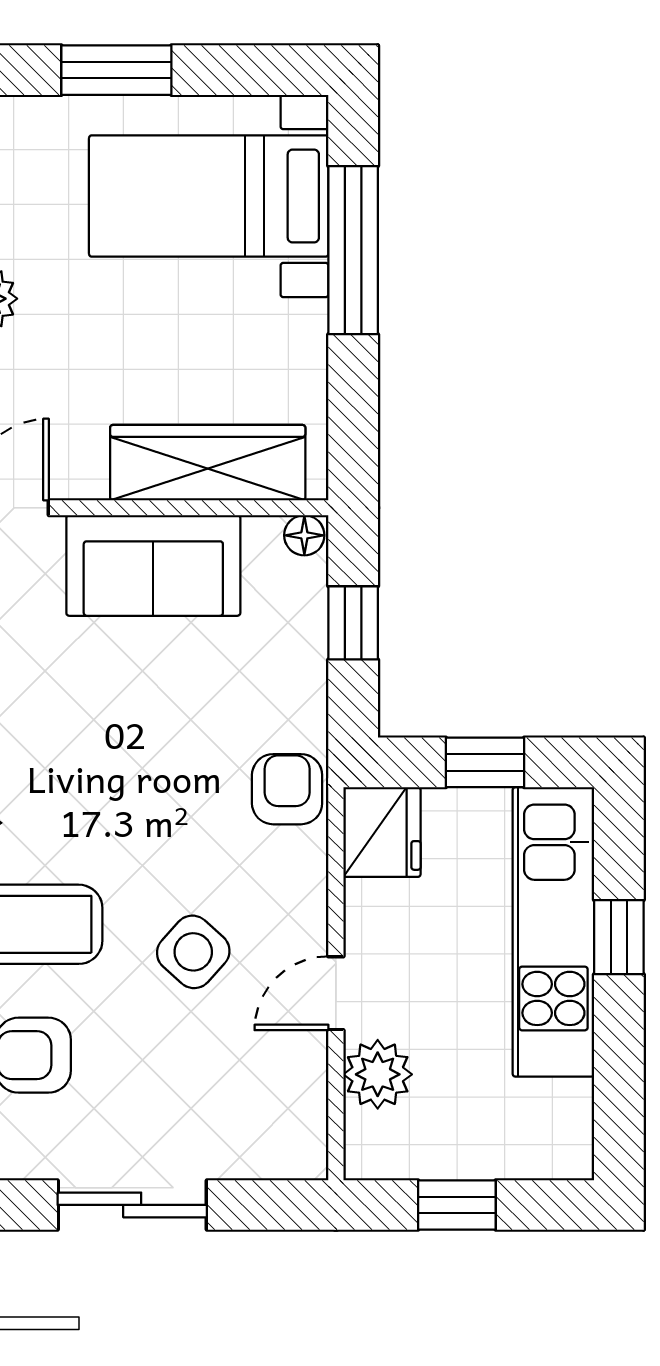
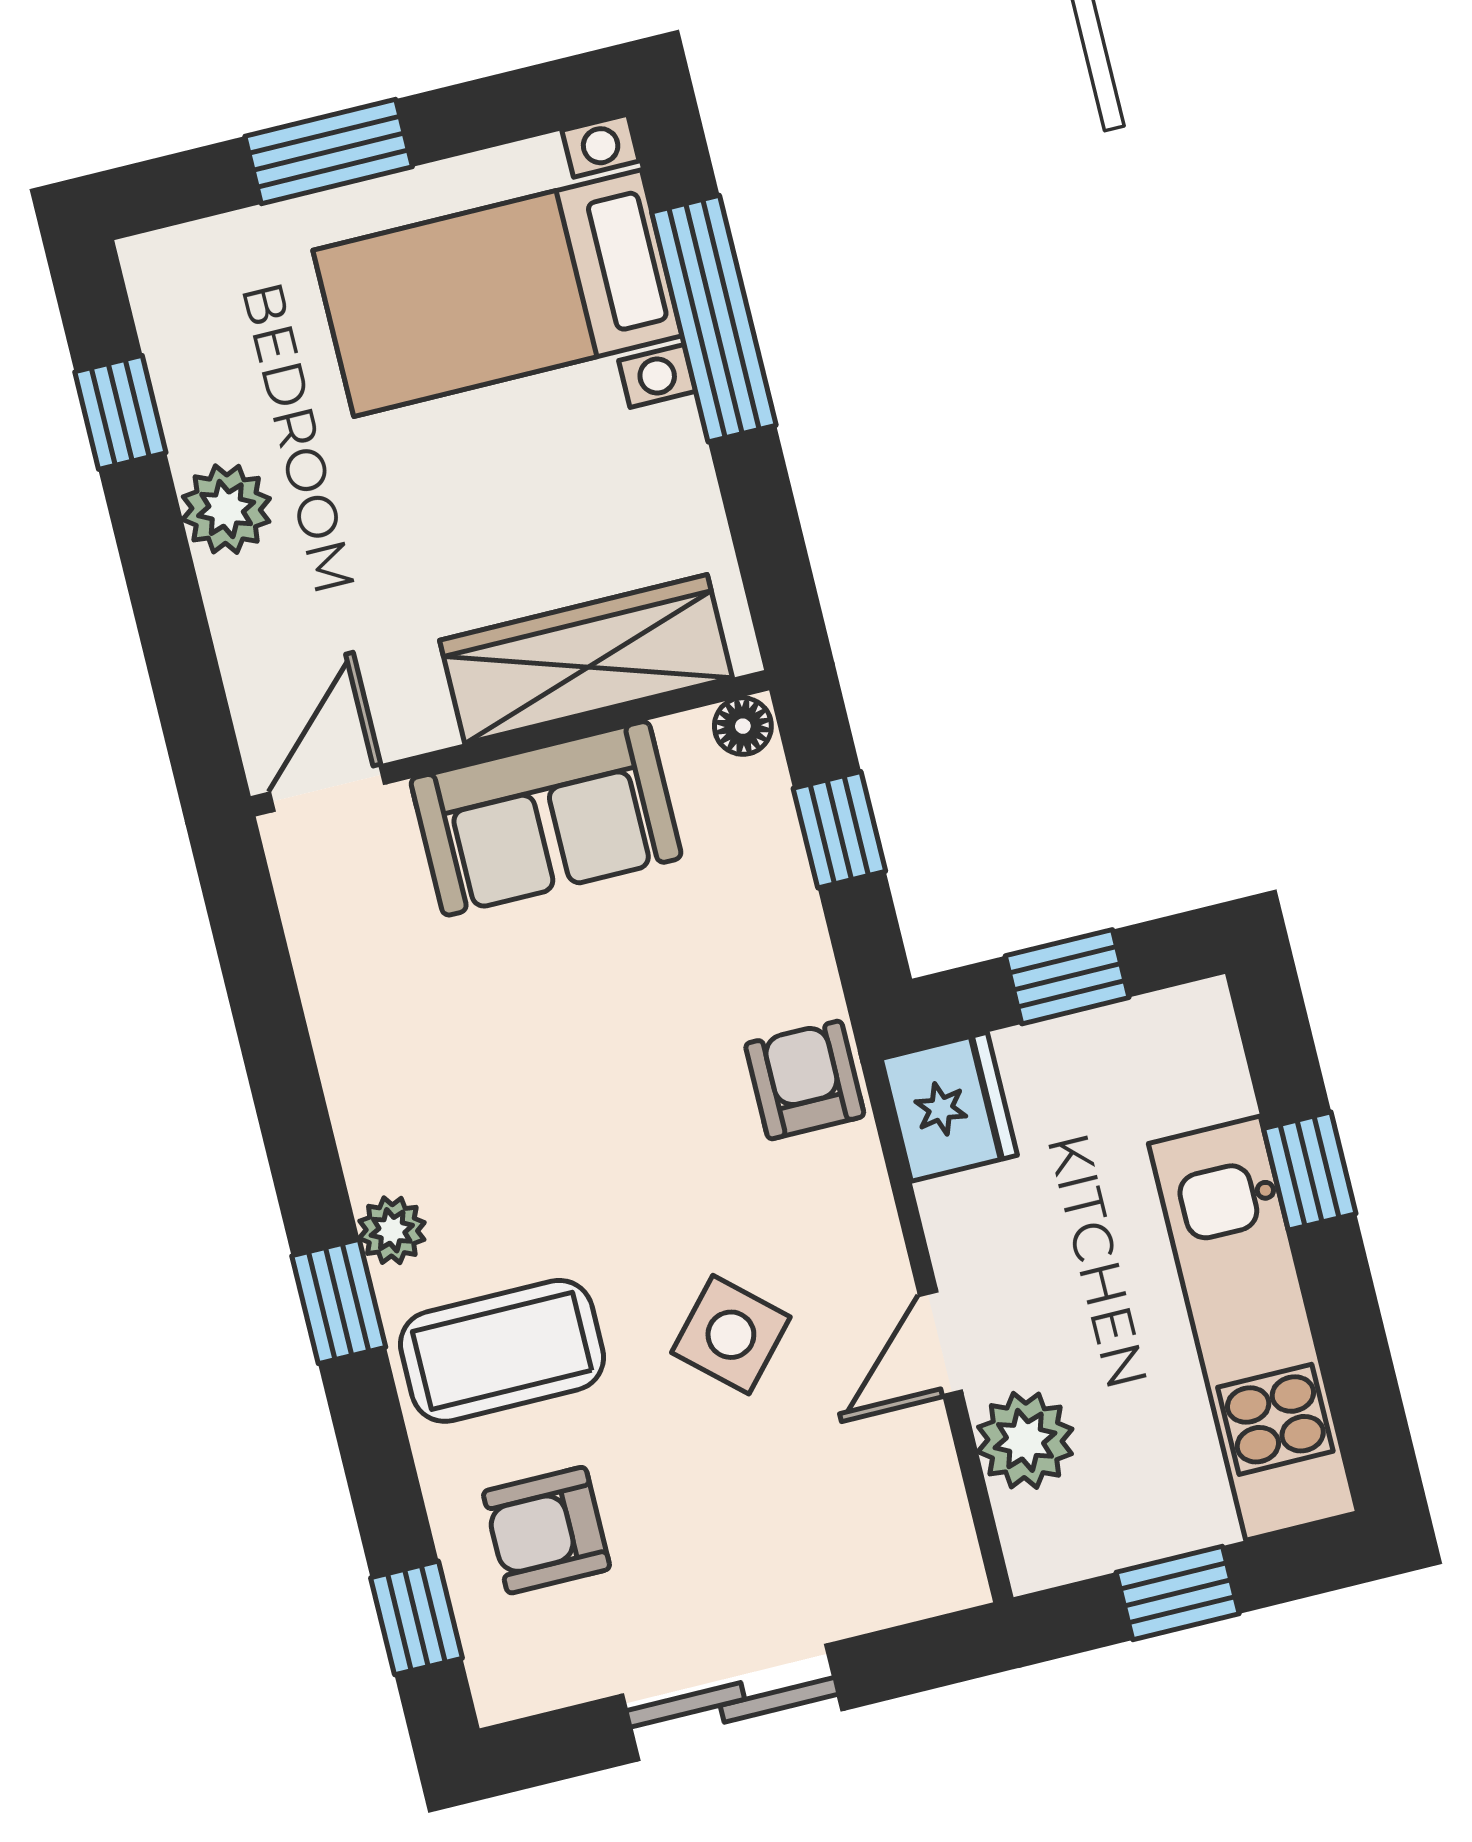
kitchen unit: (553, 932) -> (1253, 1328), moved

